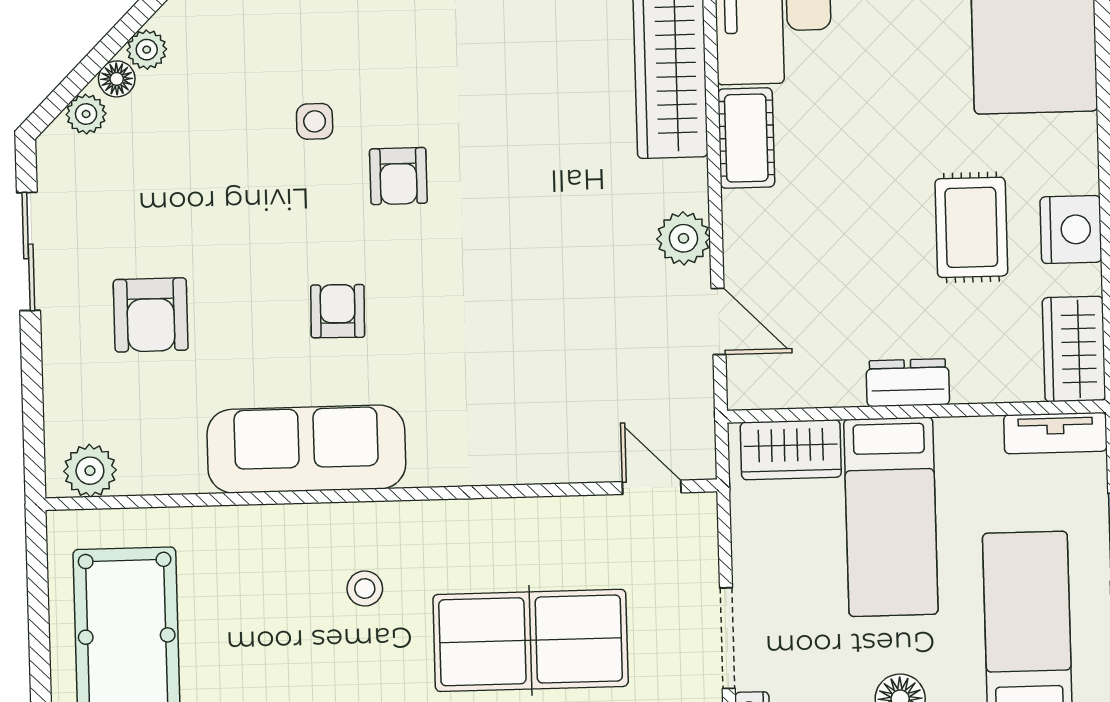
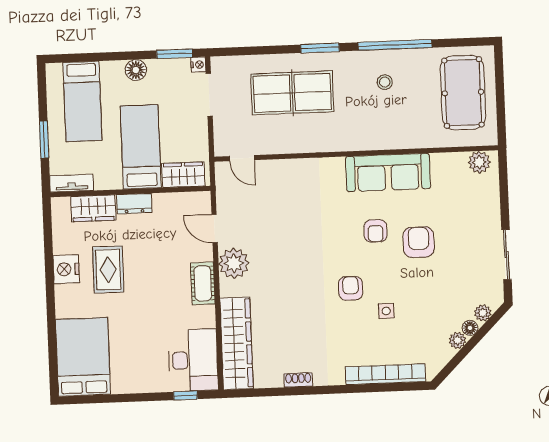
cot: (746, 138) -> (203, 283), moved
plant: (683, 238) -> (234, 263), width x1.36, depth x1.36
armchair: (151, 315) -> (419, 242), moved
wardrobe: (1074, 349) -> (93, 208), moved, turned 90
stool: (365, 589) -> (385, 82), moved

